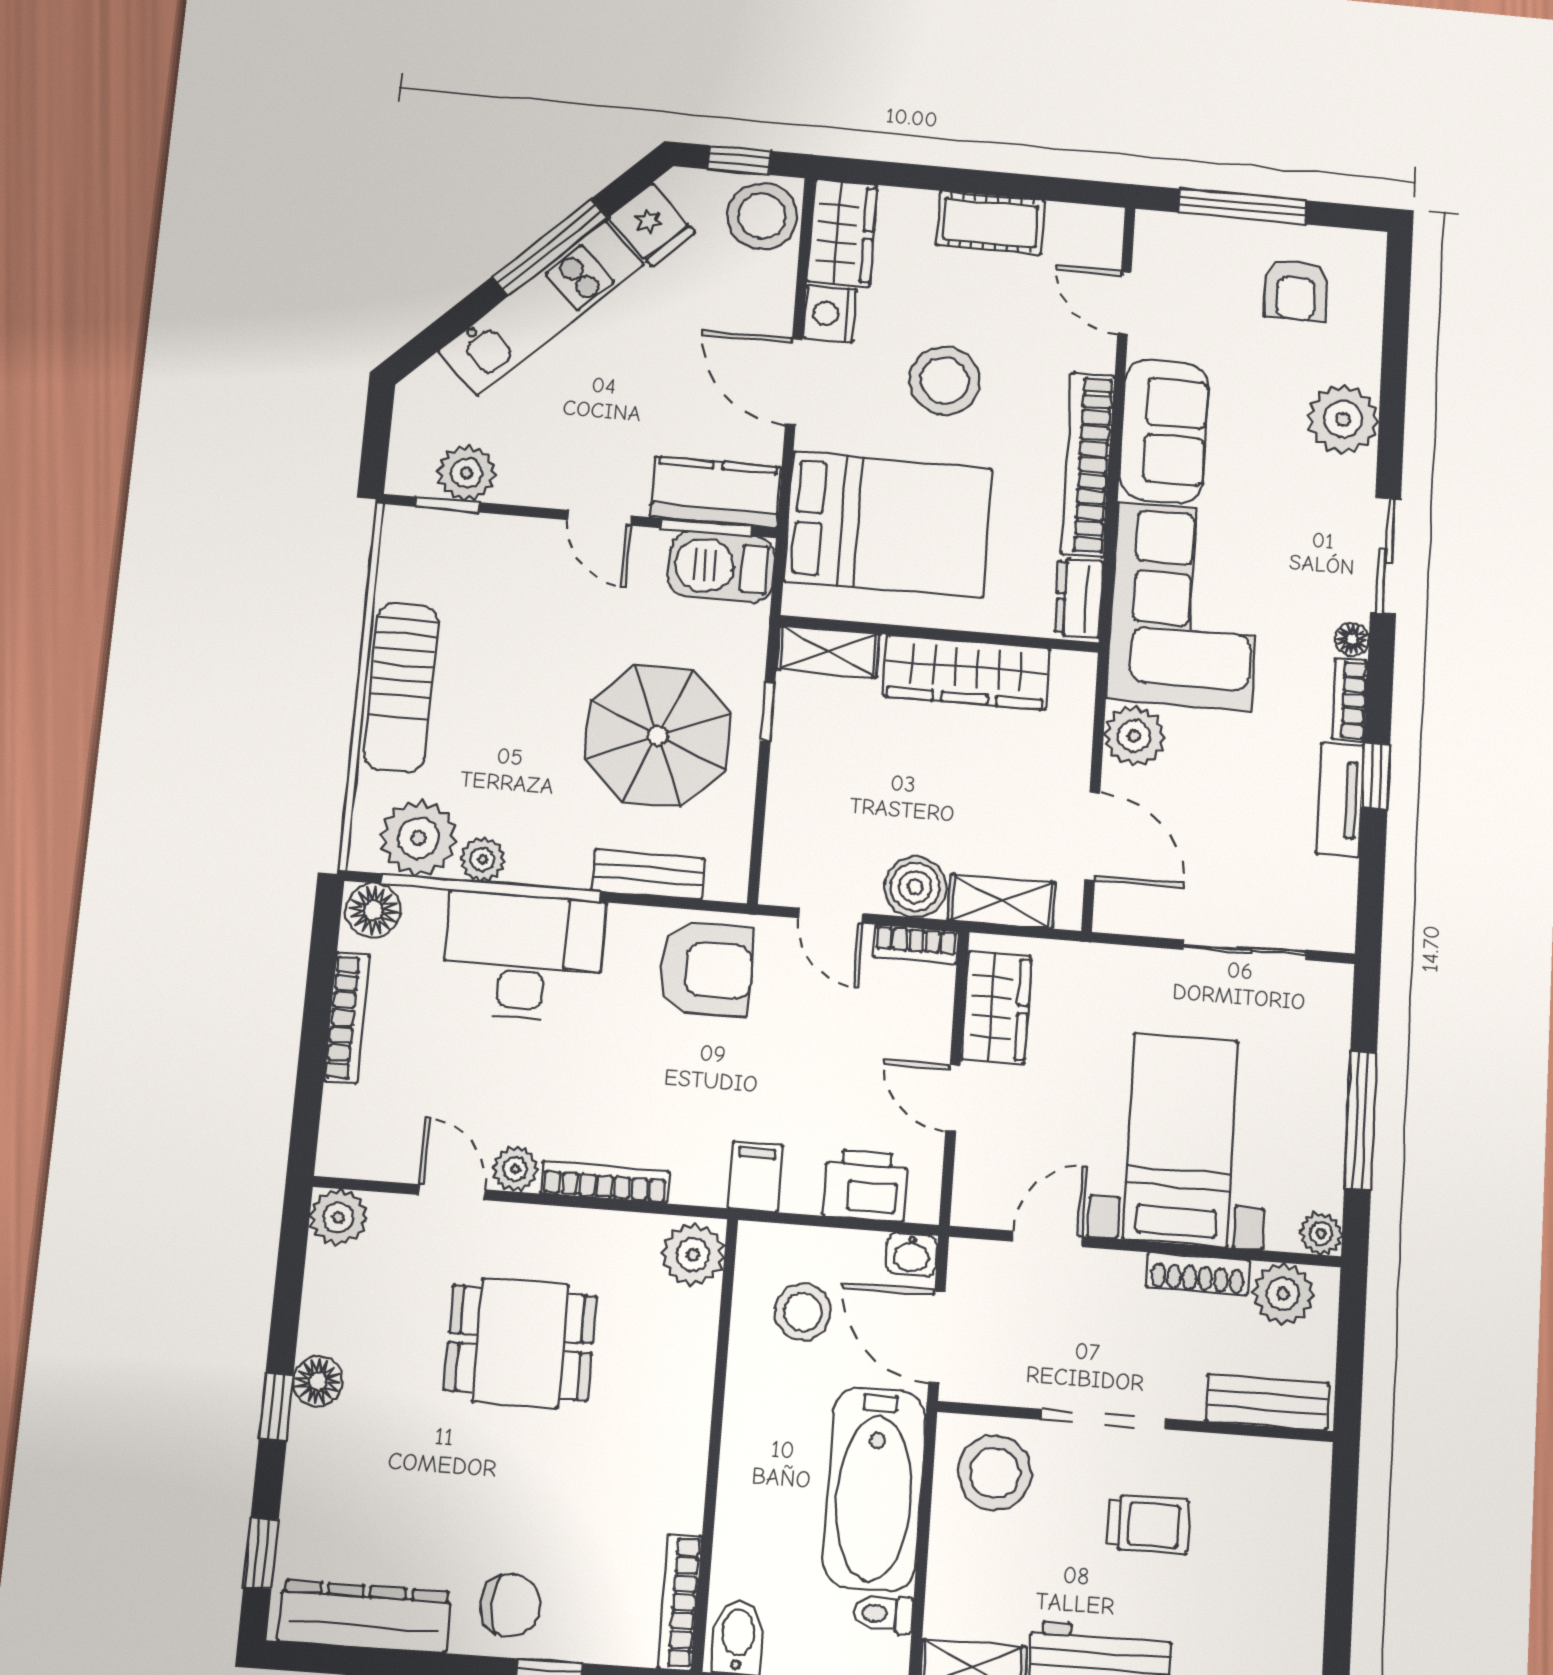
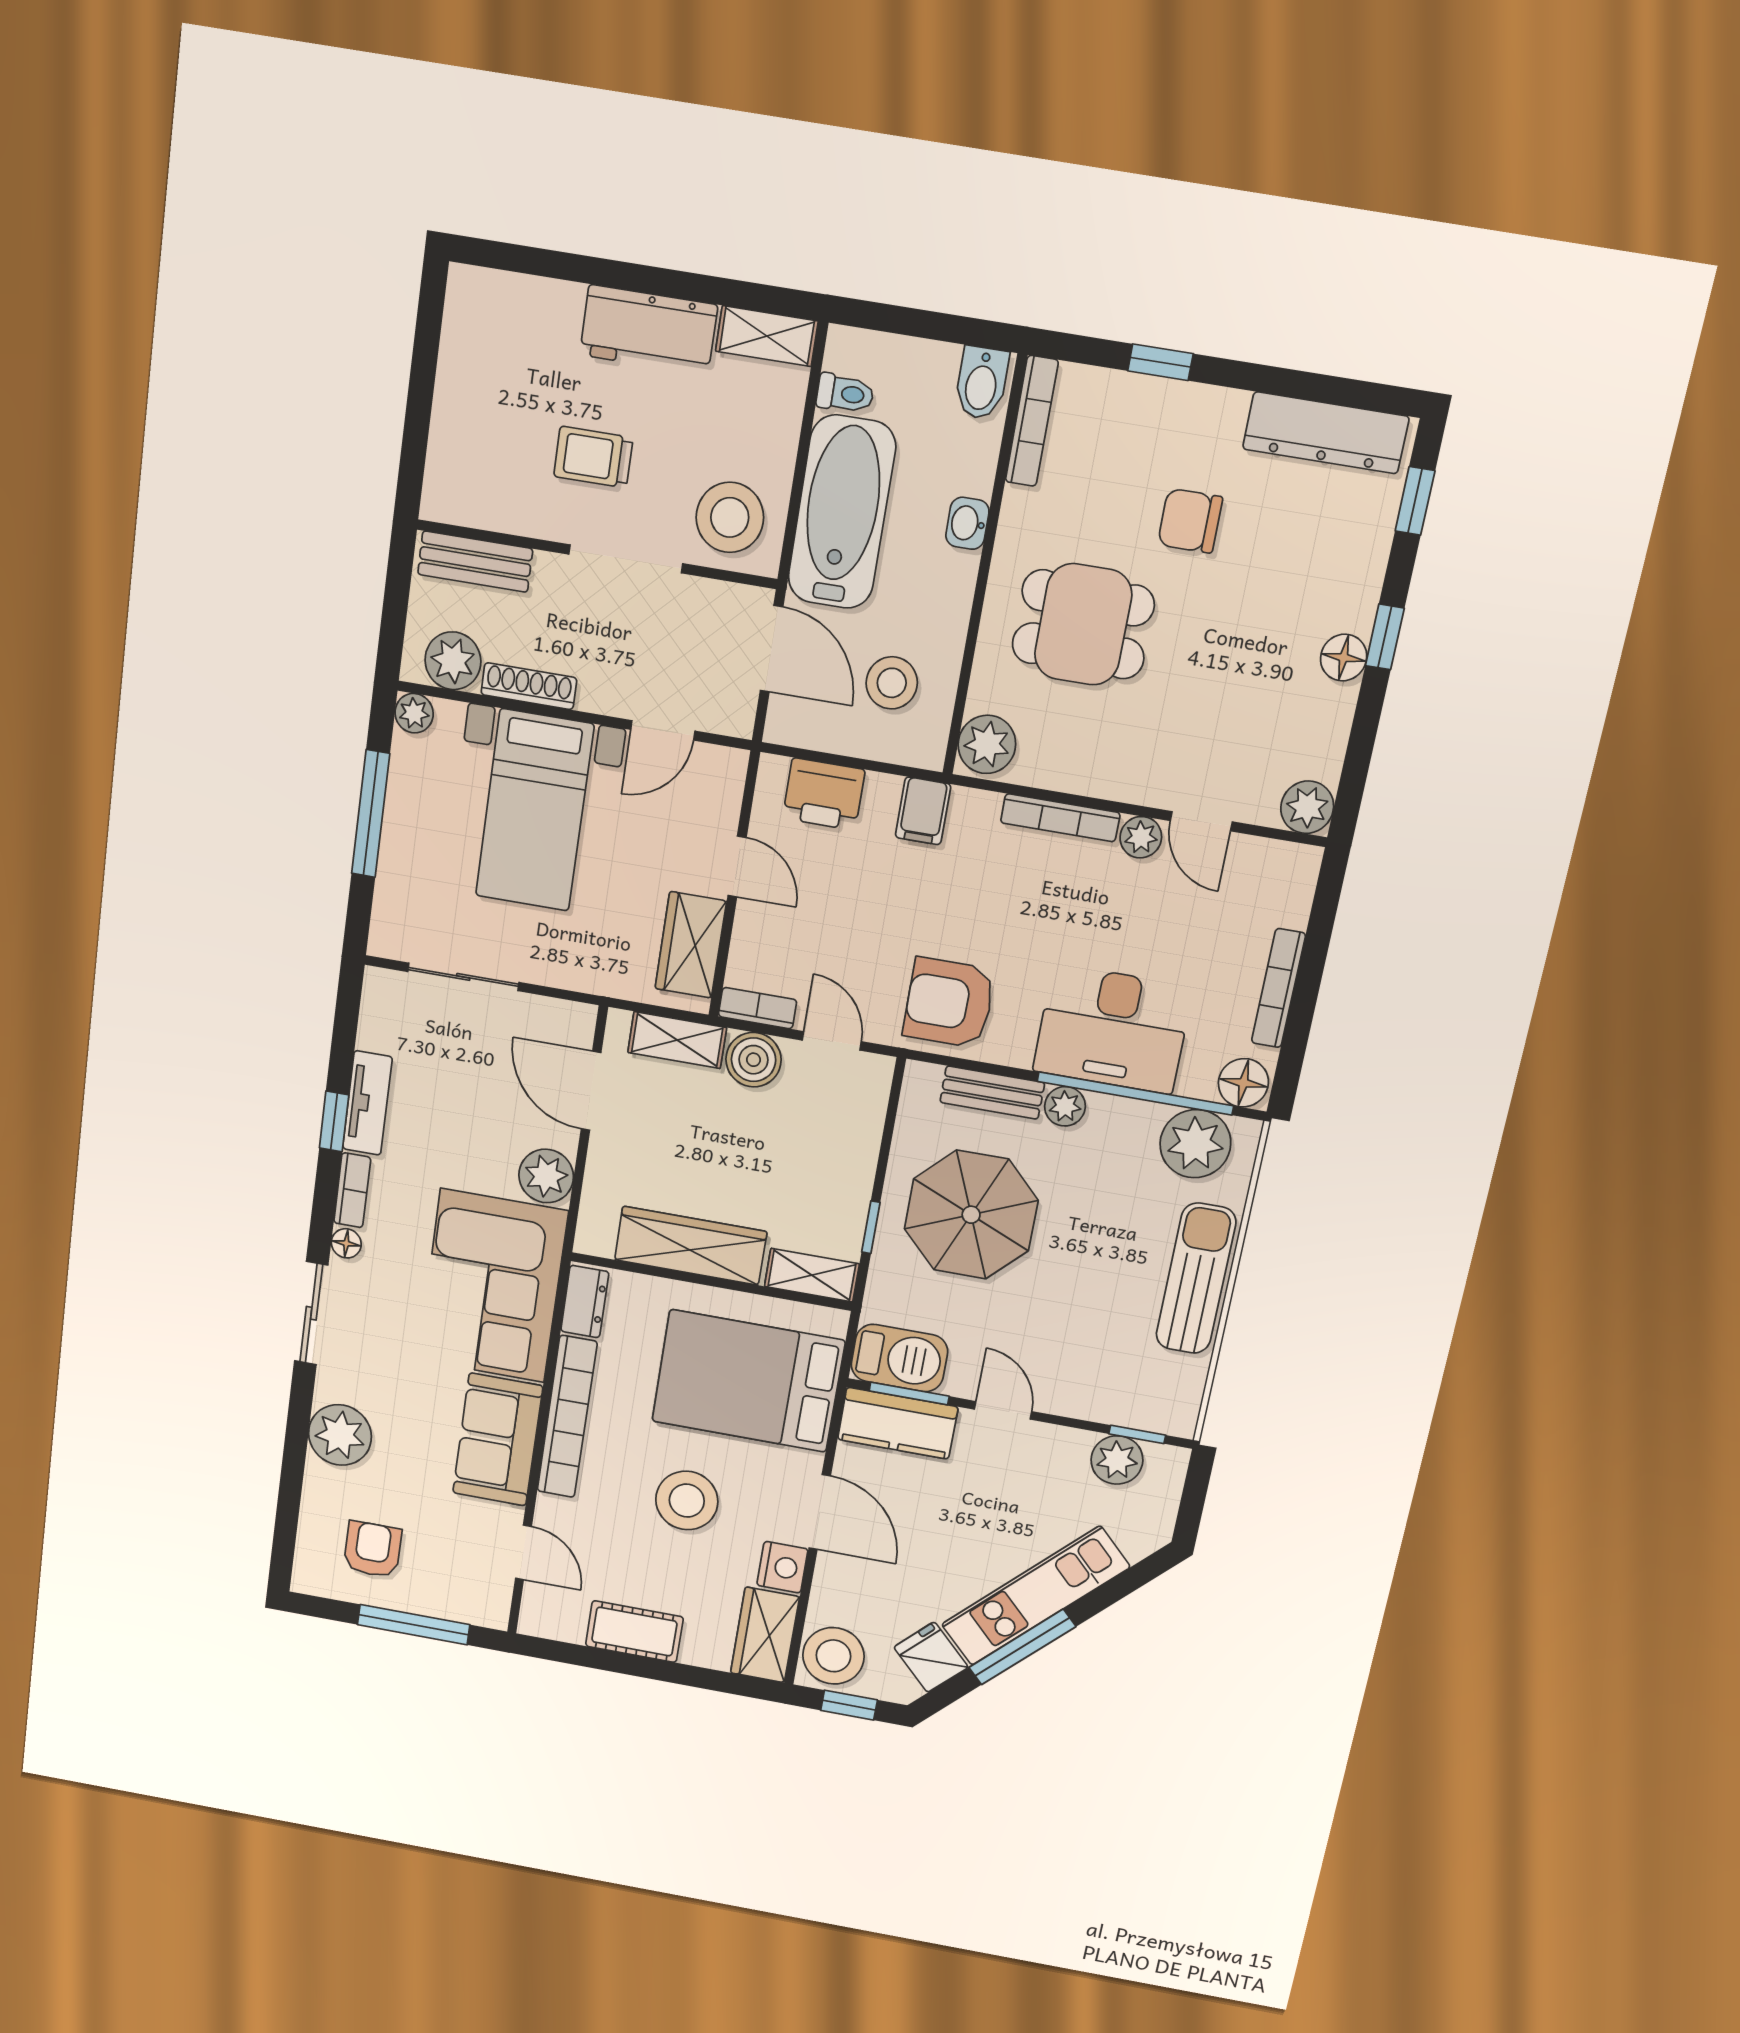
plant: (483, 859) -> (1065, 1106), moved
washbasin: (911, 1254) -> (967, 523), moved, turned -90
dining table: (520, 1343) -> (1083, 624), moved
chair: (510, 1605) -> (1190, 521), moved

